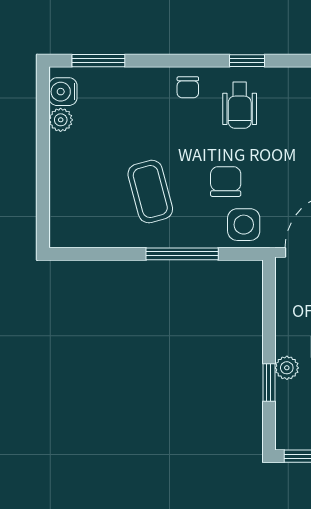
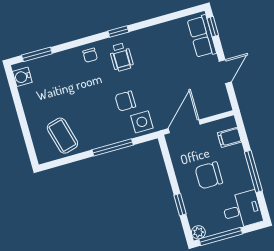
plant: (61, 120) -> (25, 93), removed
chair: (226, 182) -> (125, 101), turned -90
coffee table: (150, 192) -> (62, 136), moved
plant: (287, 368) -> (198, 232), moved

